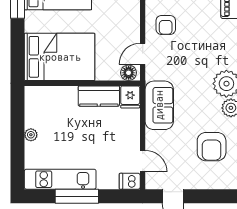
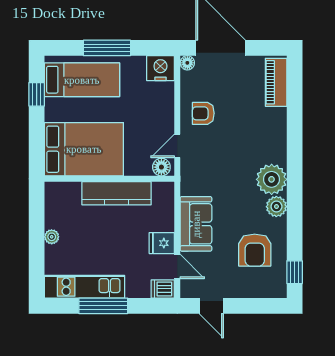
armchair: (166, 25) -> (203, 113), turned 90
kitchen counter: (99, 96) -> (117, 193), width x1.50
fridge: (130, 97) -> (162, 243), moved, turned 90
sofa: (159, 105) -> (196, 224), moved

